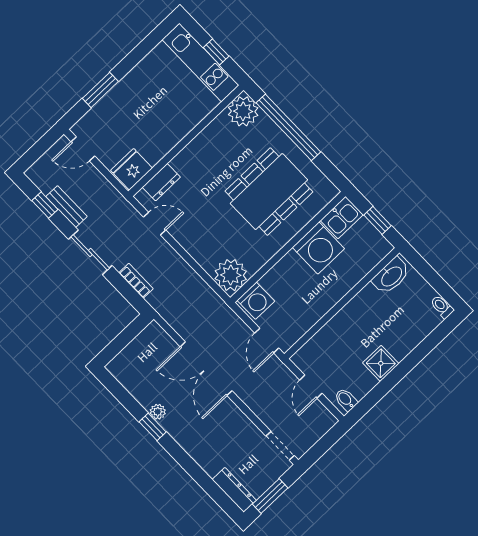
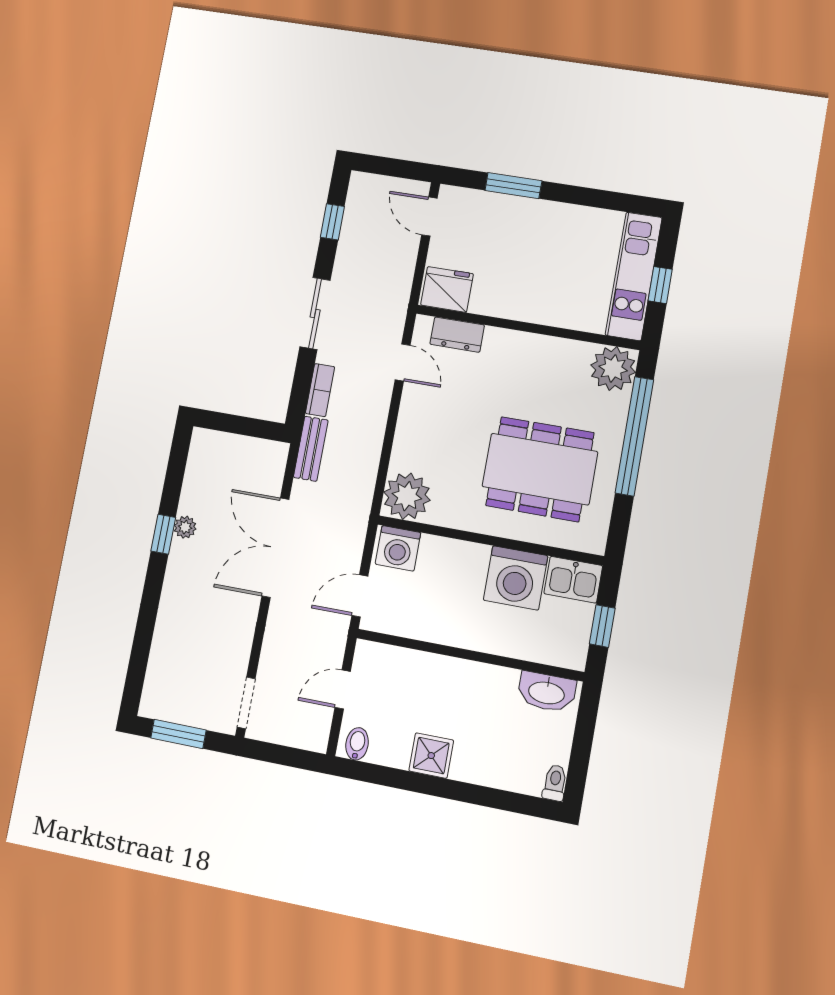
bench: (66, 207) -> (311, 449), moved
dresser: (234, 490) -> (156, 685), removed

